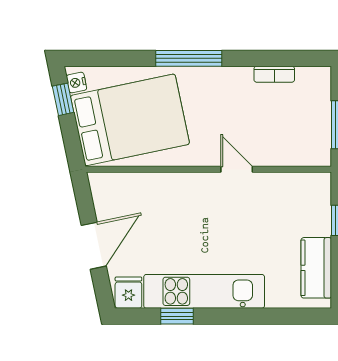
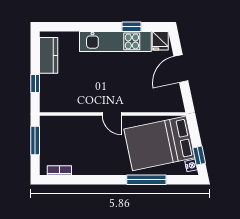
window: (189, 58) -> (146, 180), moved
bookcase: (274, 74) -> (59, 170), moved
door: (237, 169) -> (112, 114), moved

